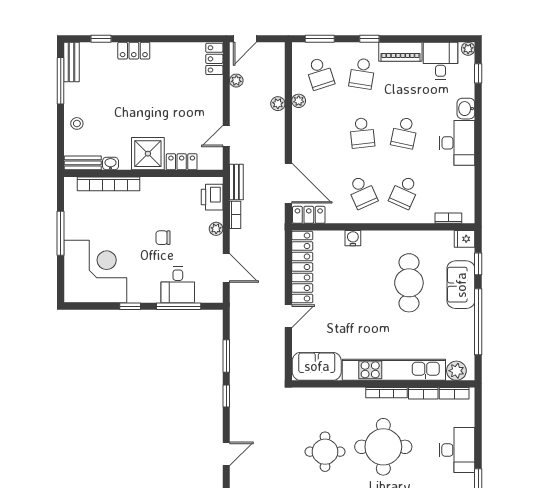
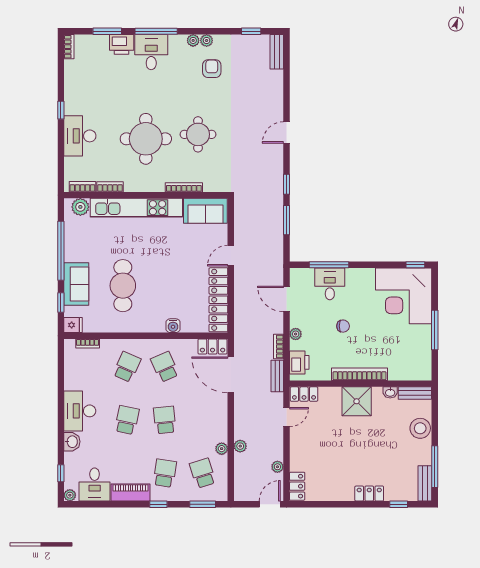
stool: (77, 123) -> (420, 428), width x1.89, depth x1.89
locker: (182, 162) -> (304, 394), moved
bookcase: (109, 184) -> (360, 374), moved
window: (130, 306) -> (415, 265), moved
bookcase: (387, 393) -> (184, 187), moved

